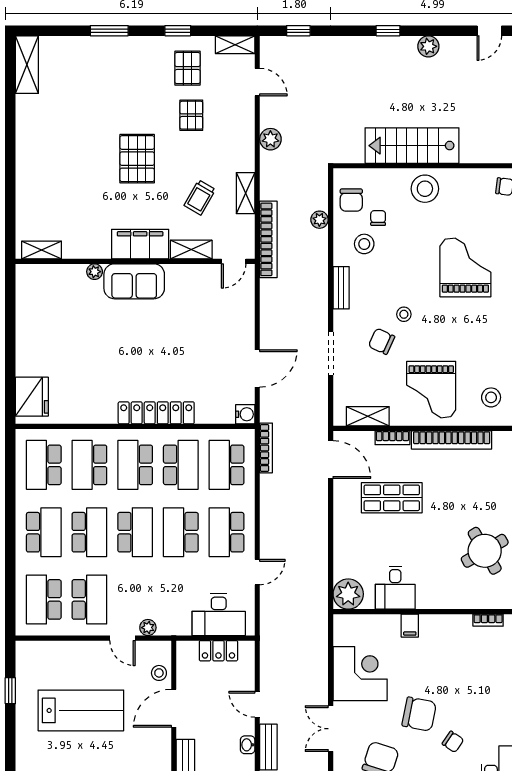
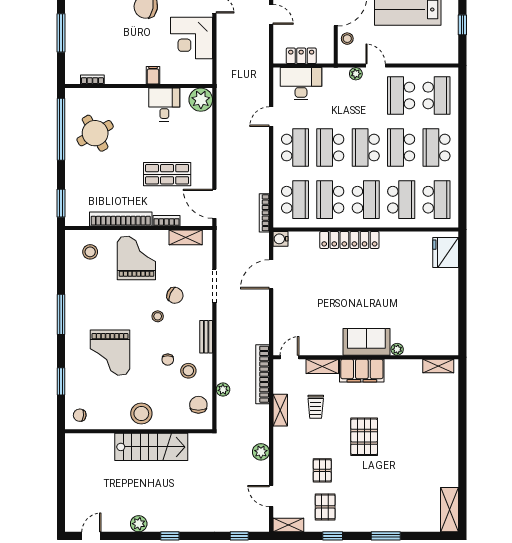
trolley: (200, 197) -> (316, 407), turned 150
chair: (378, 218) -> (168, 360), moved
school desk: (181, 532) -> (330, 148), turned 180

